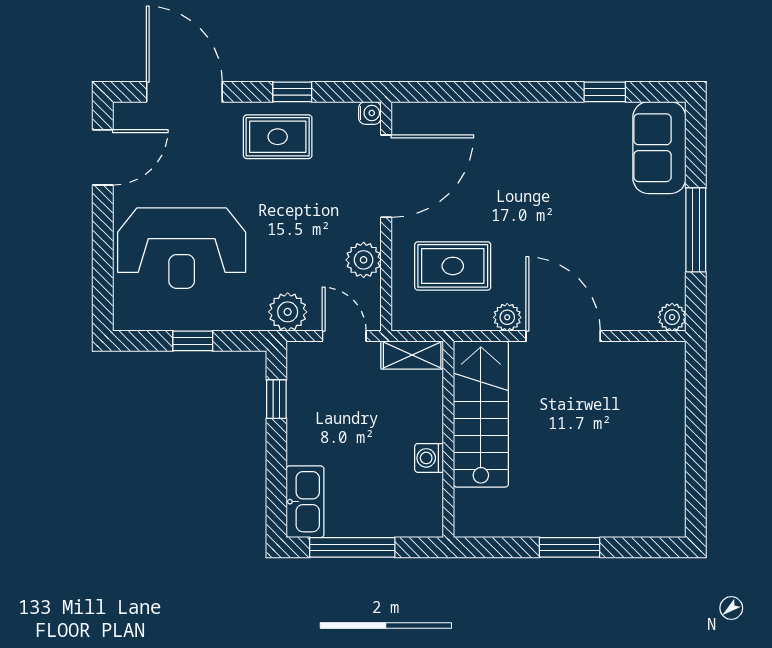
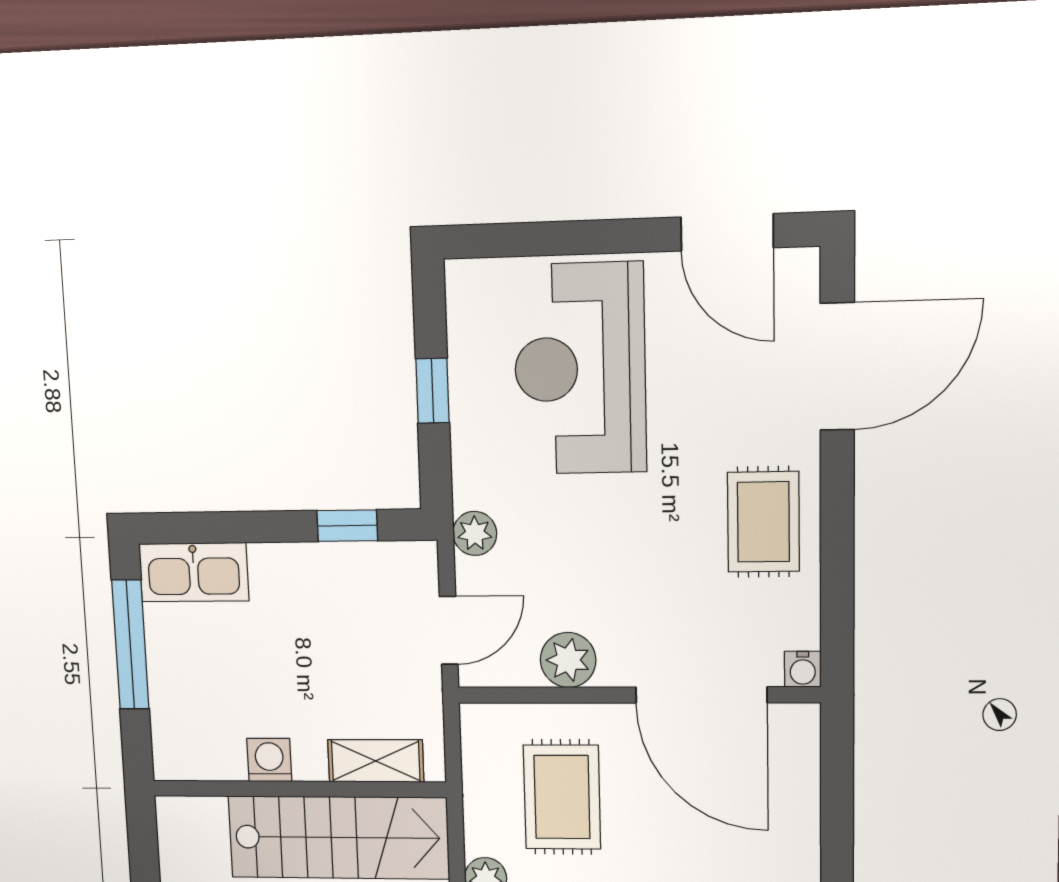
window: (292, 92) -> (837, 544), removed
plant: (288, 312) -> (475, 533), width x0.73, depth x0.73
shelving: (412, 355) -> (376, 761), moved, turned 90

